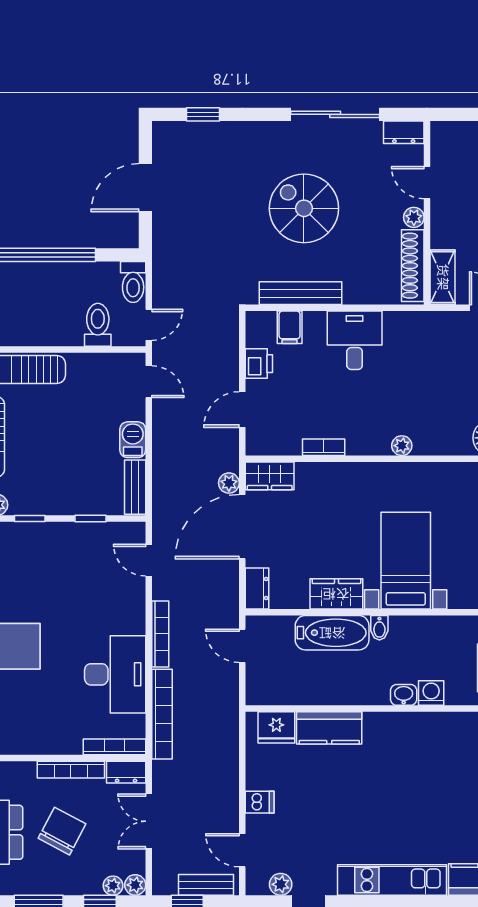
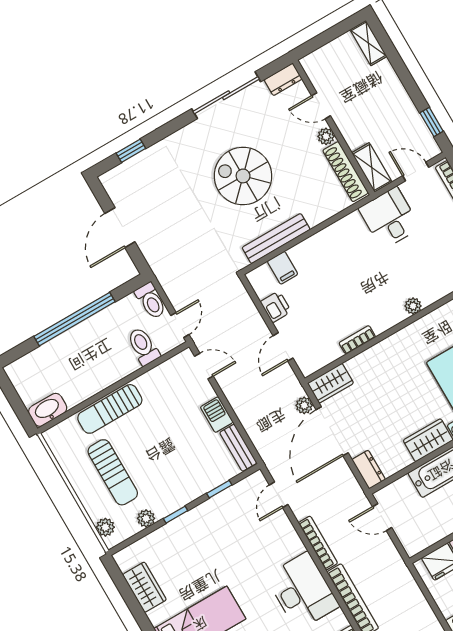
desk: (355, 340) -> (389, 218), moved
door: (149, 560) -> (279, 495), hinge flipped

